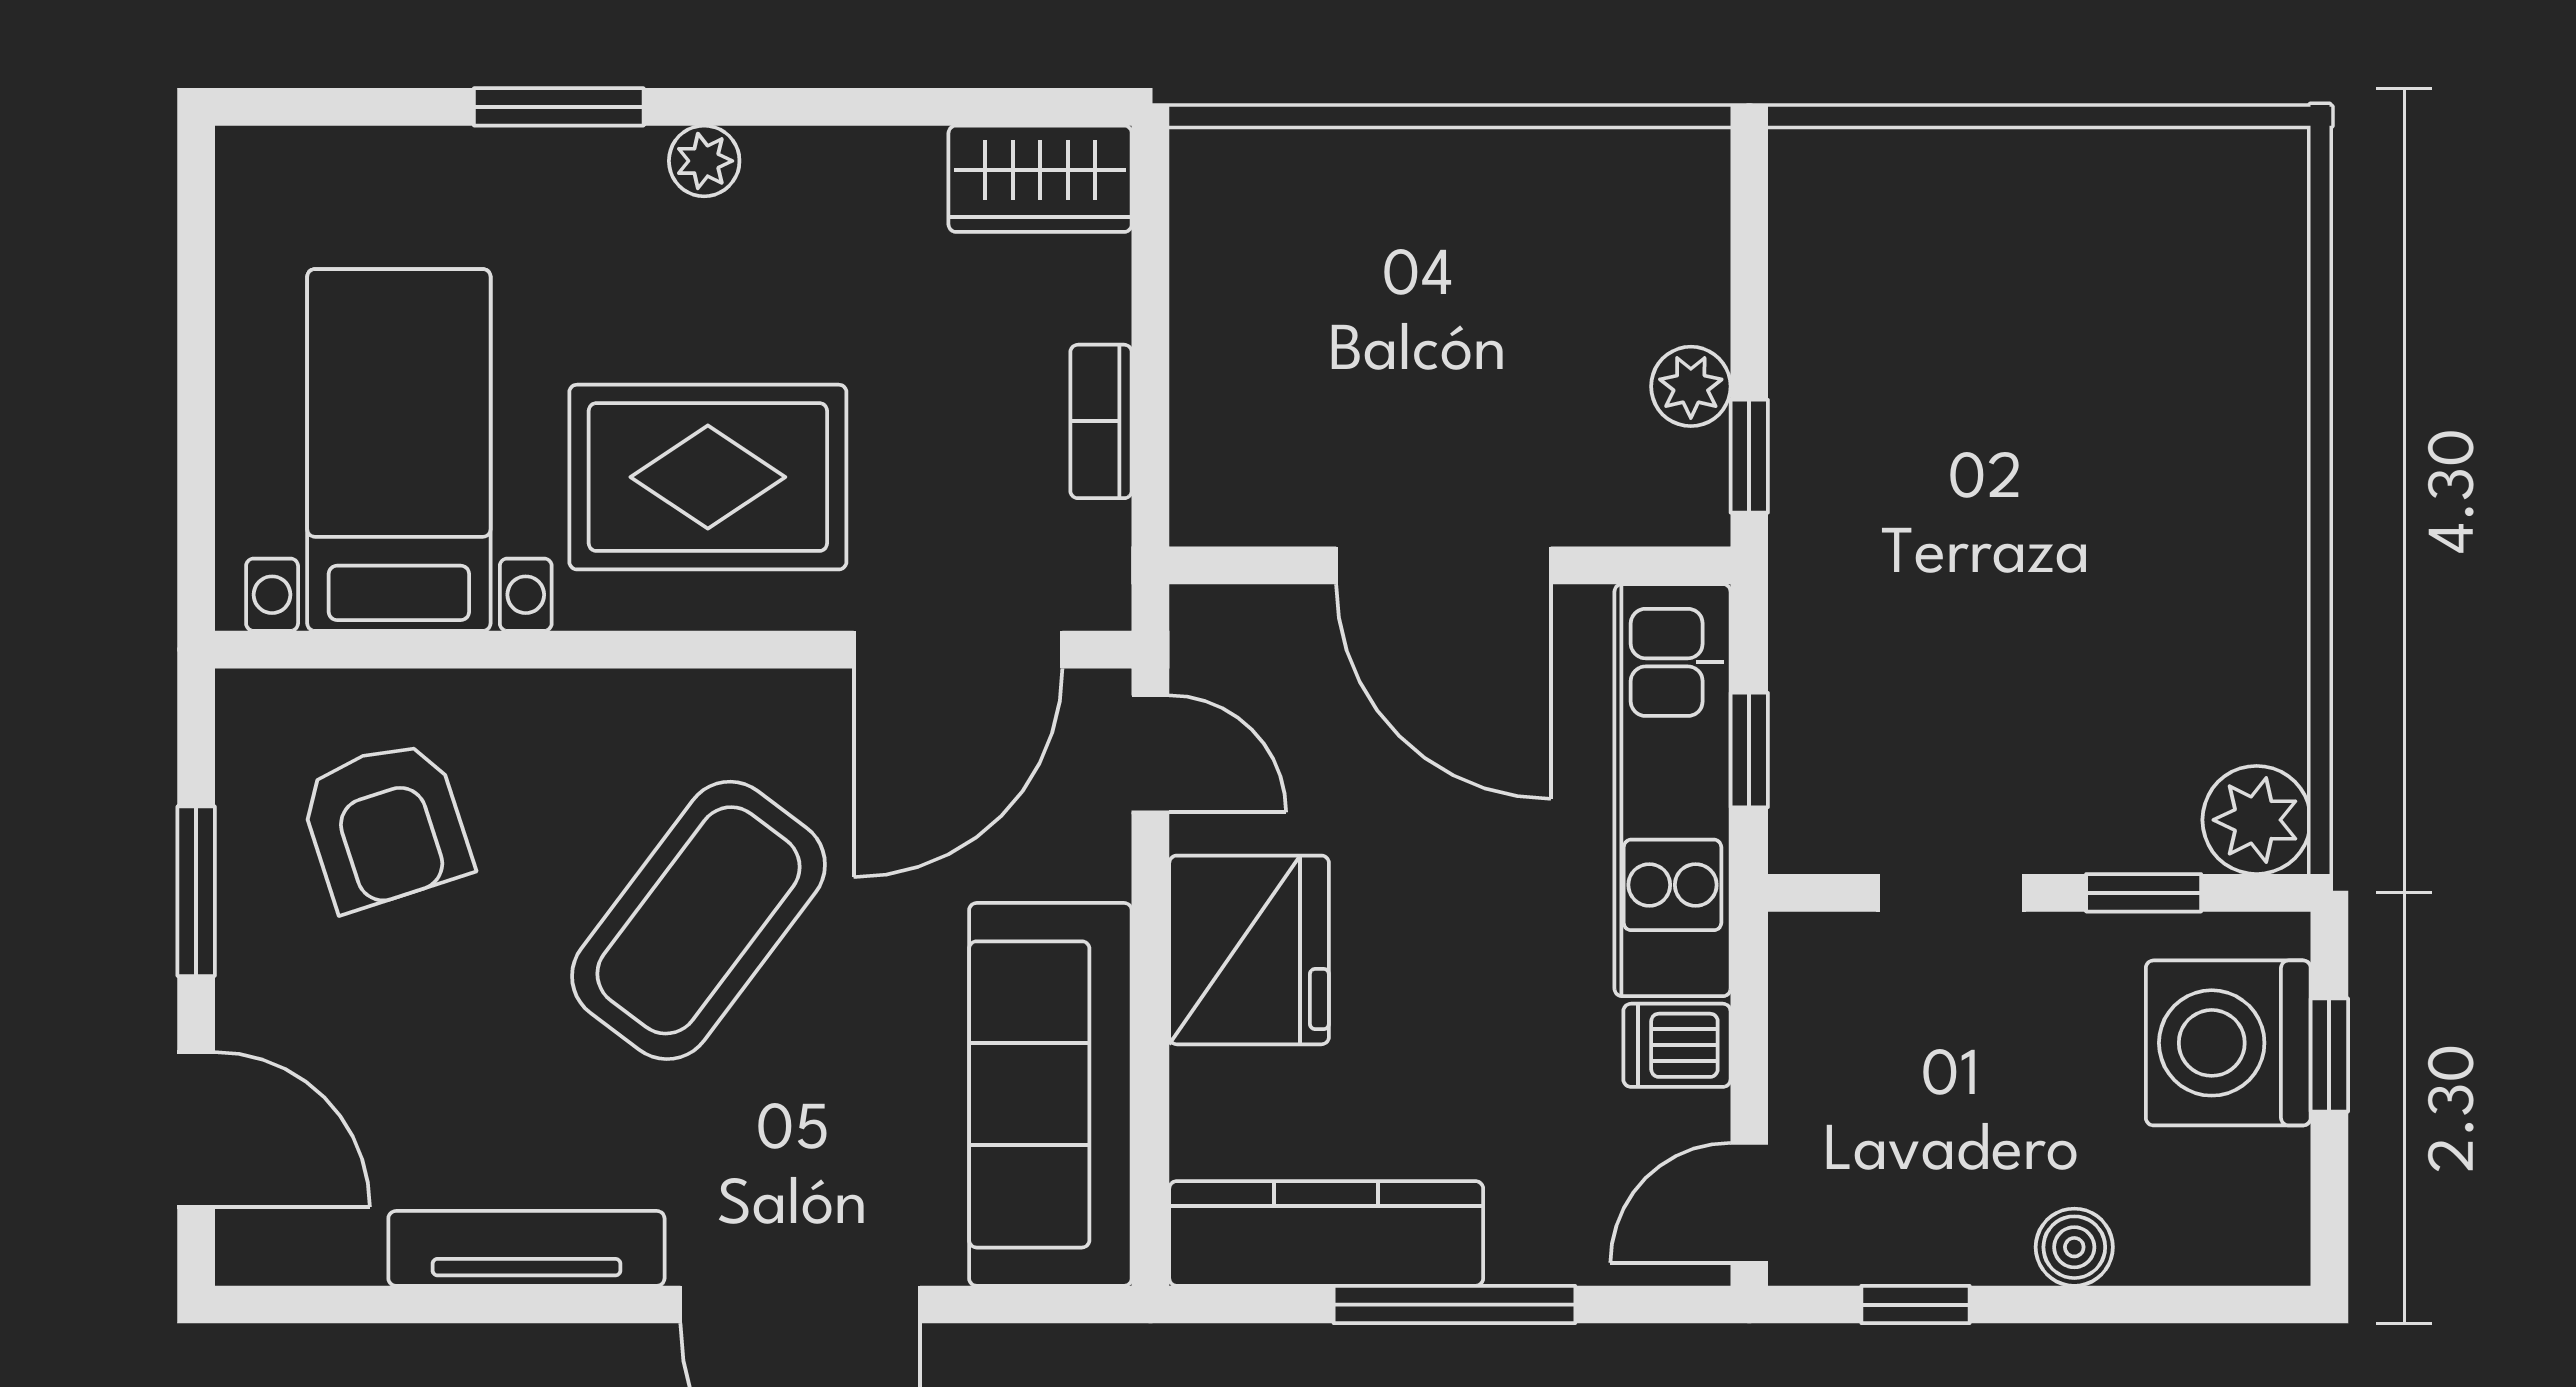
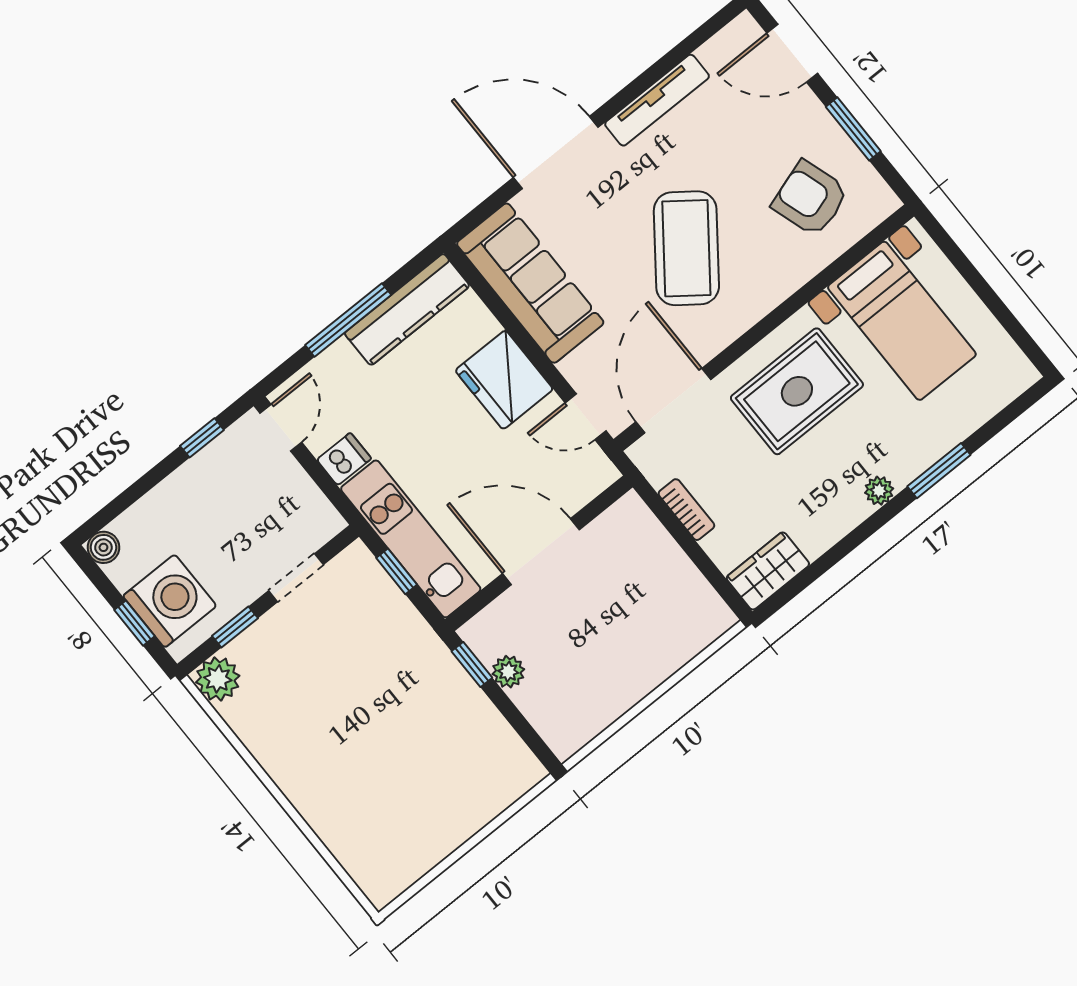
boiler: (2074, 1247) -> (103, 547), moved

